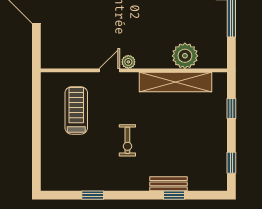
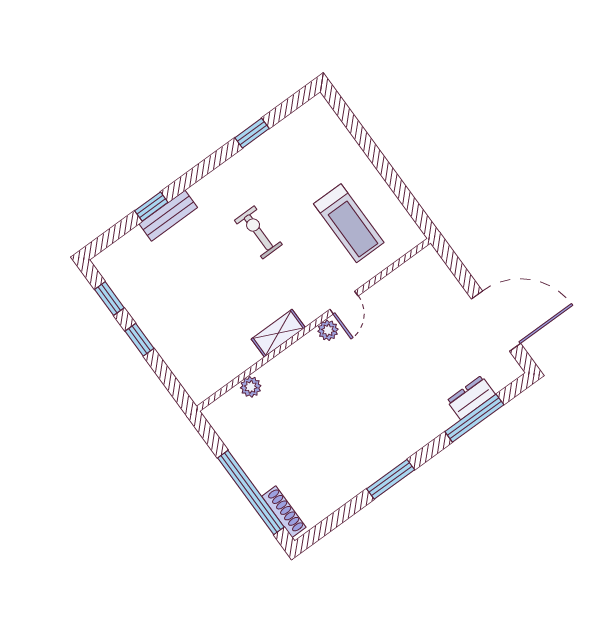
plant: (185, 56) -> (251, 387), width x0.53, depth x0.53
shelving: (176, 82) -> (278, 333), width x0.45, depth x0.75
window: (231, 109) -> (140, 340), moved

